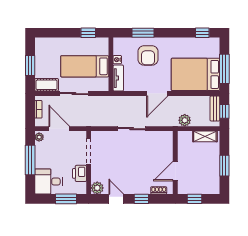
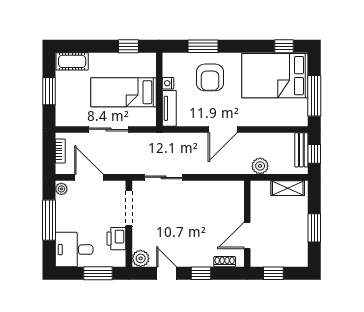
bed: (196, 74) -> (275, 76), moved
cot: (47, 85) -> (72, 61), moved
sliding door: (132, 129) -> (164, 177), moved

